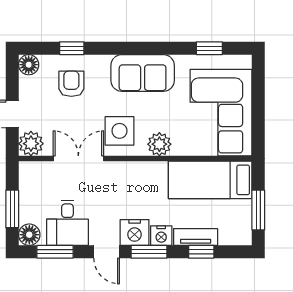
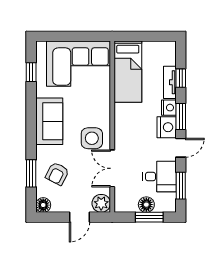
window: (72, 48) -> (31, 173), width x1.50
armchair: (71, 84) -> (57, 174), turned -63
plant: (159, 144) -> (102, 109), removed
window: (258, 210) -> (150, 36), removed
floor lamp: (29, 235) -> (146, 205), moved

